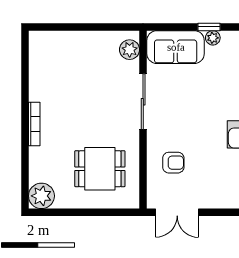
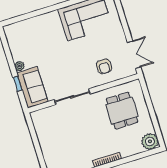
window: (209, 27) -> (18, 84), moved
plant: (130, 50) -> (43, 115), removed
armchair: (173, 163) -> (104, 66), turned 180

